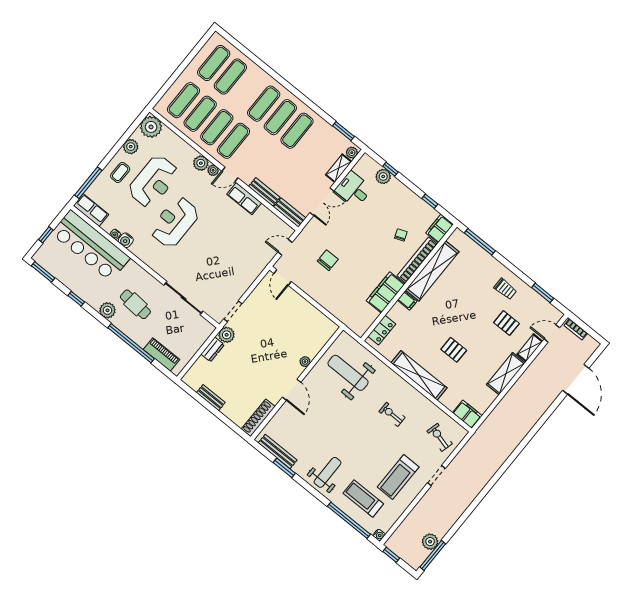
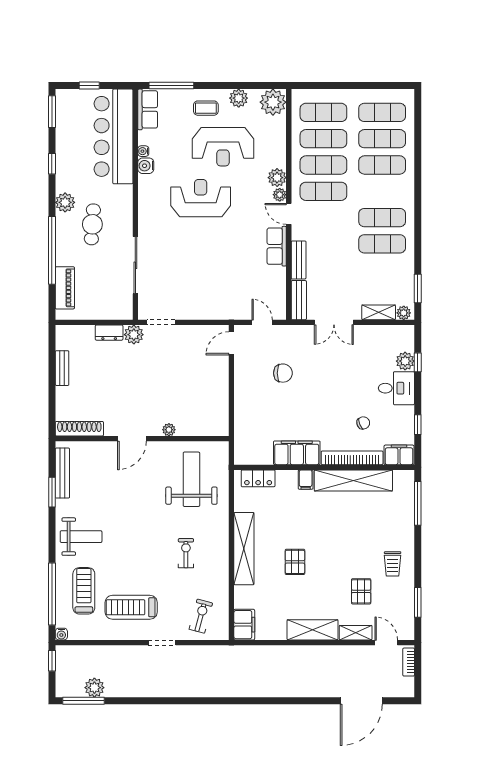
exercise mat: (264, 104) -> (382, 165), moved
desk: (354, 189) -> (396, 388), moved, turned 90

